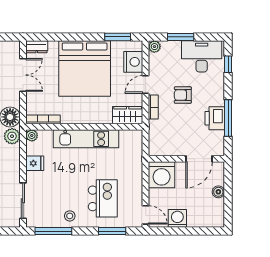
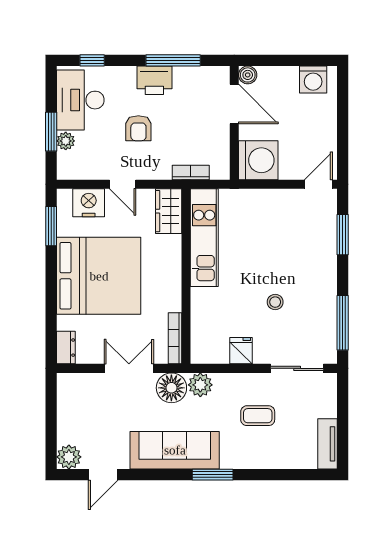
plant: (154, 47) -> (66, 141), moved
double door: (23, 75) -> (129, 368), moved
bookcase: (153, 107) -> (191, 173), moved
printer: (215, 118) -> (154, 80), moved
plant: (32, 135) -> (199, 355), removed
kitchen unit: (86, 139) -> (204, 238), moved
boiler: (218, 192) -> (248, 75), moved
kitchen island: (103, 198) -> (294, 249), removed
stool: (70, 216) -> (275, 302), moved
washing machine: (177, 218) -> (313, 79), moved, turned -90

